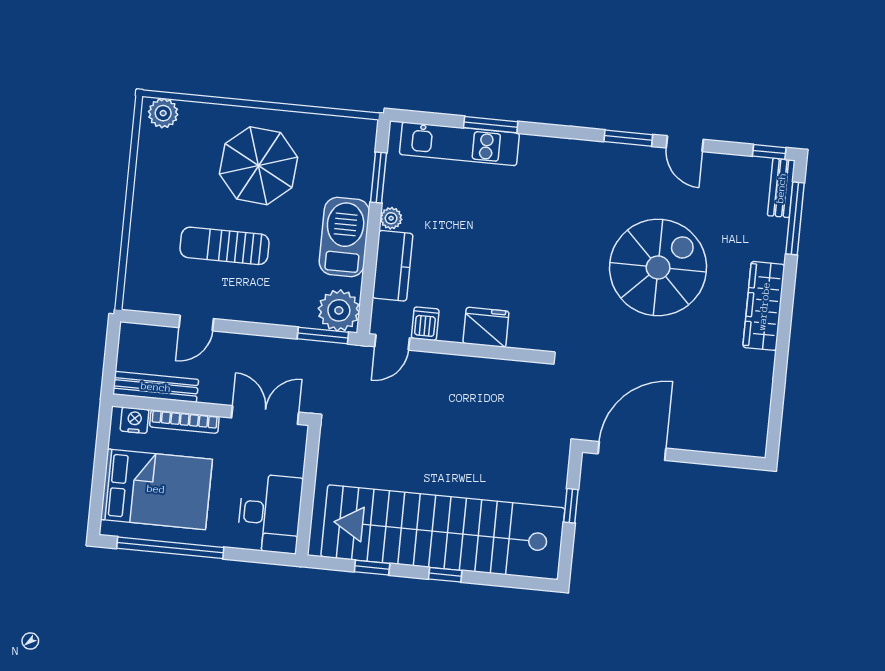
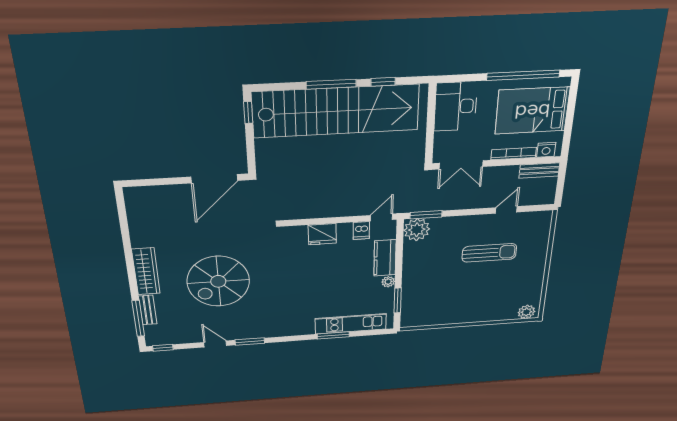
parasol: (259, 166) -> (470, 296), removed
bench: (781, 188) -> (148, 310), moved
barbecue: (344, 237) -> (416, 268), removed
bench: (156, 387) -> (539, 170), width x0.73
window: (571, 506) -> (248, 112), moved
window: (445, 575) -> (331, 84), width x2.17

